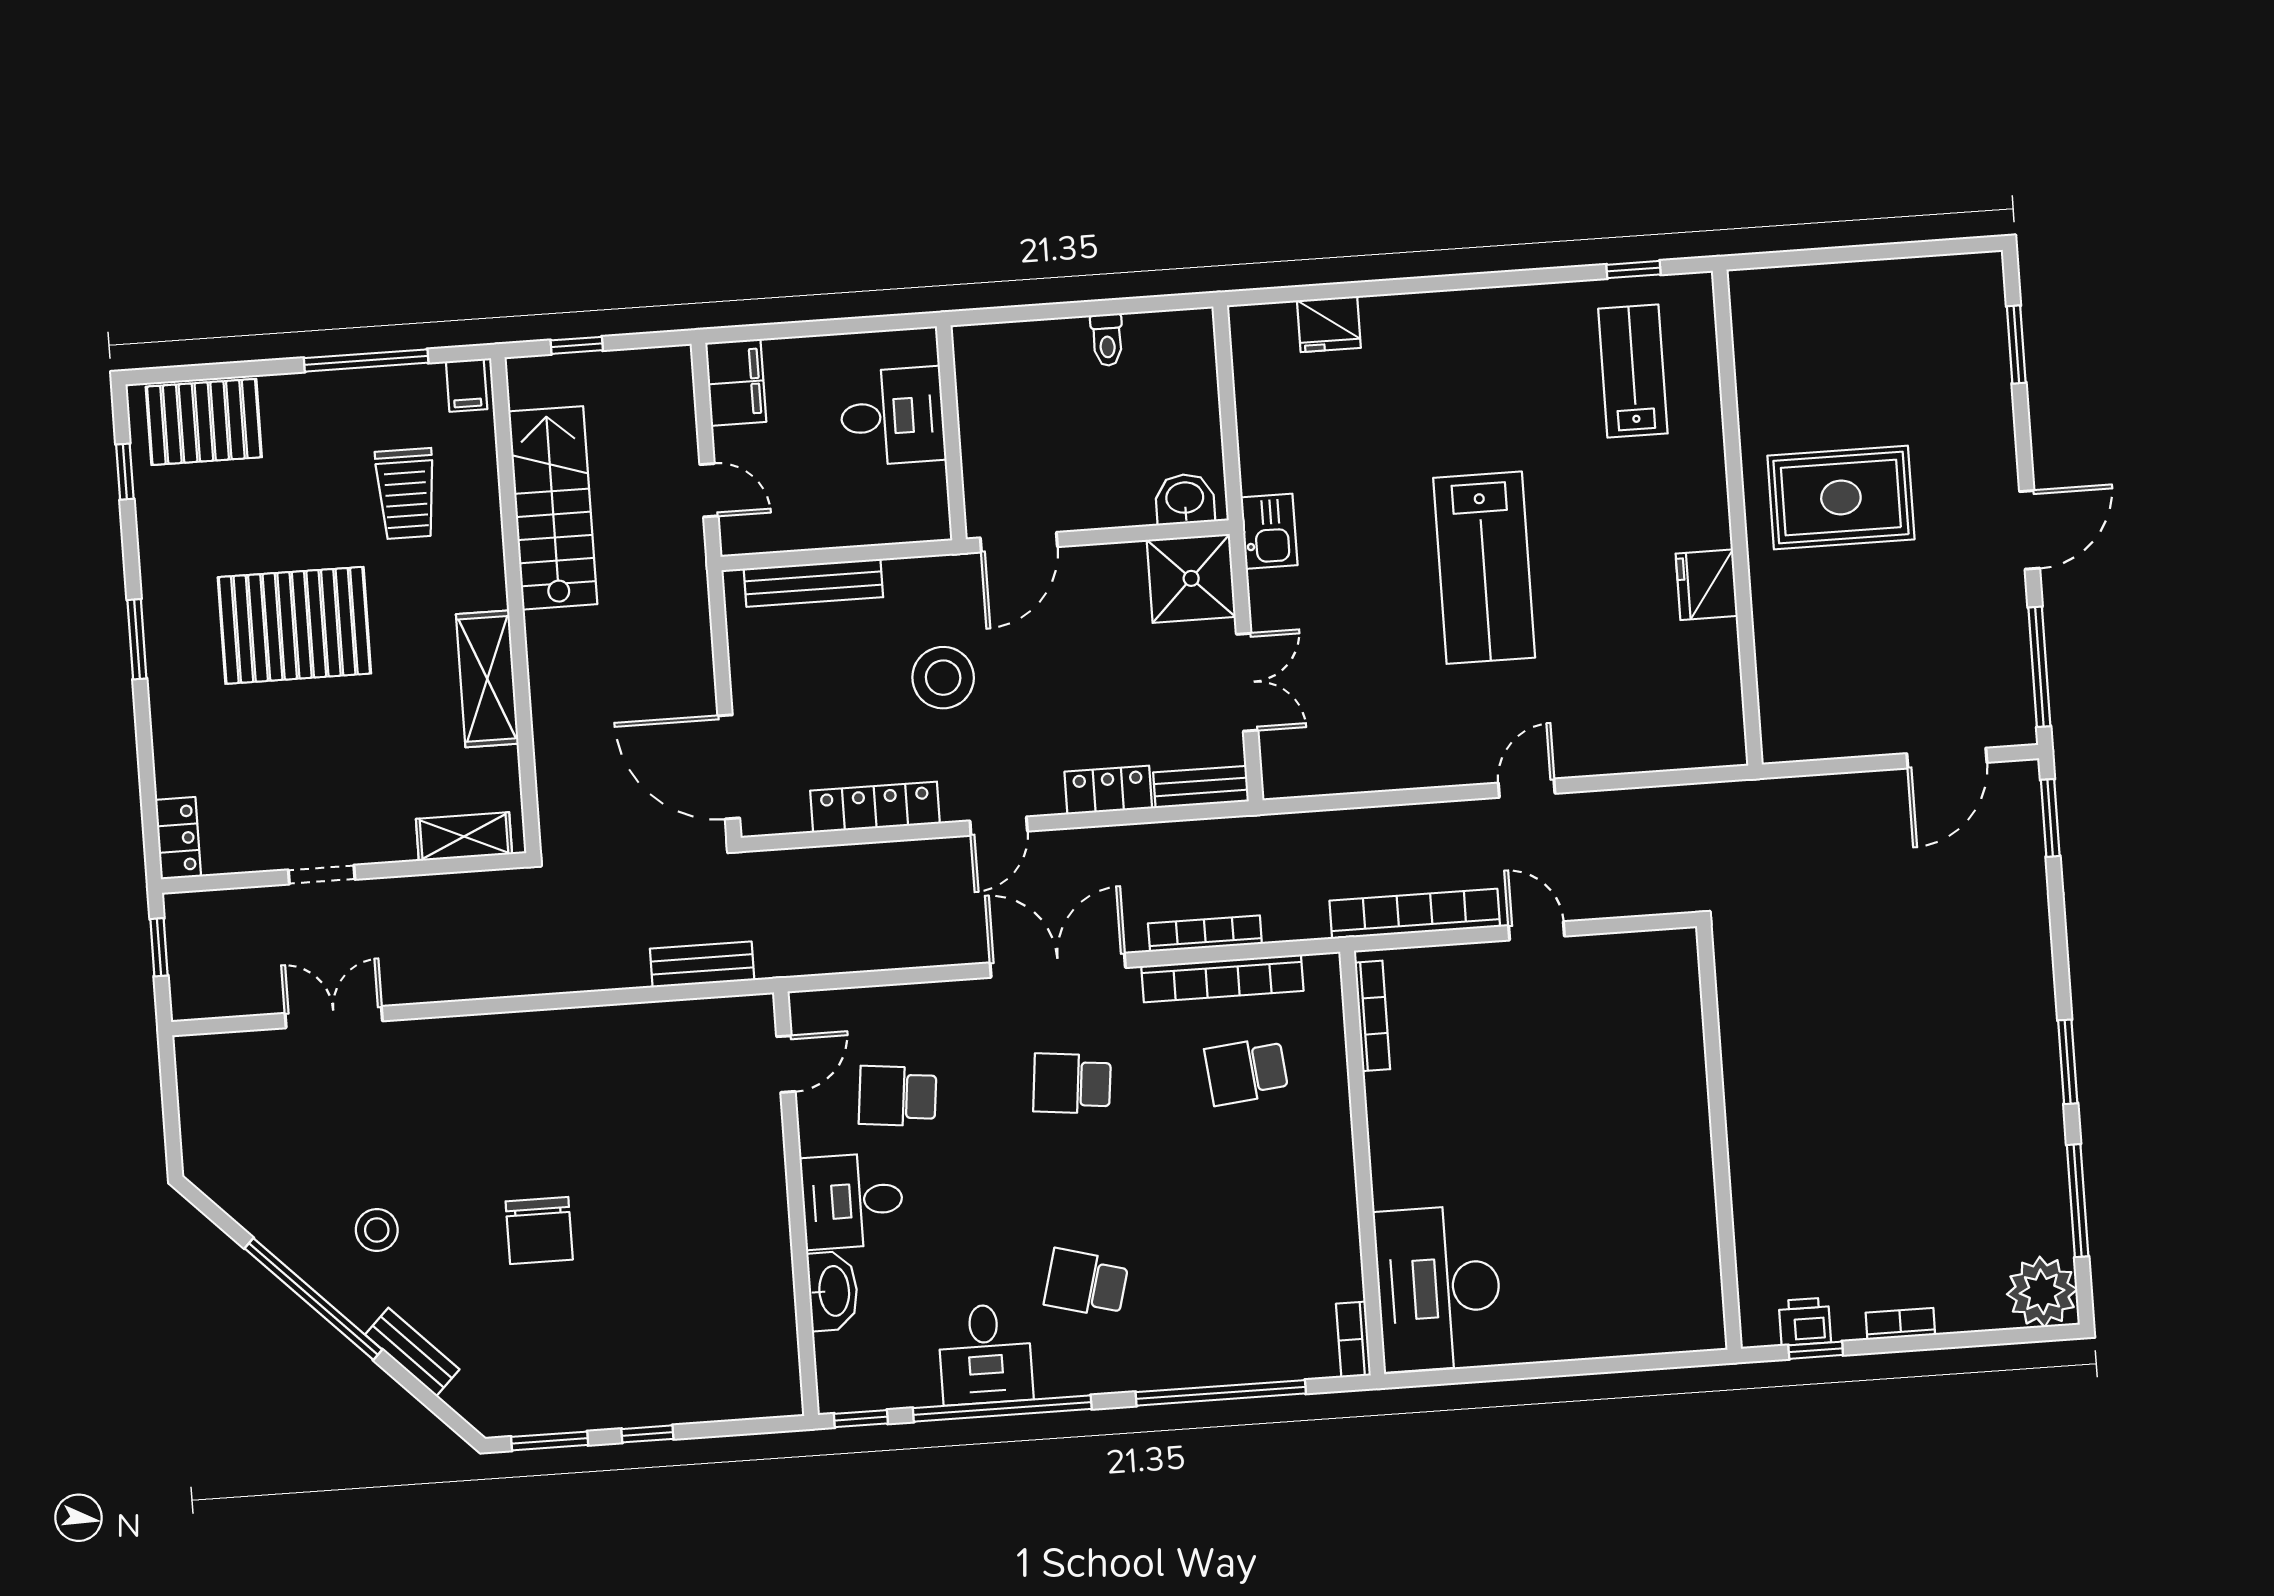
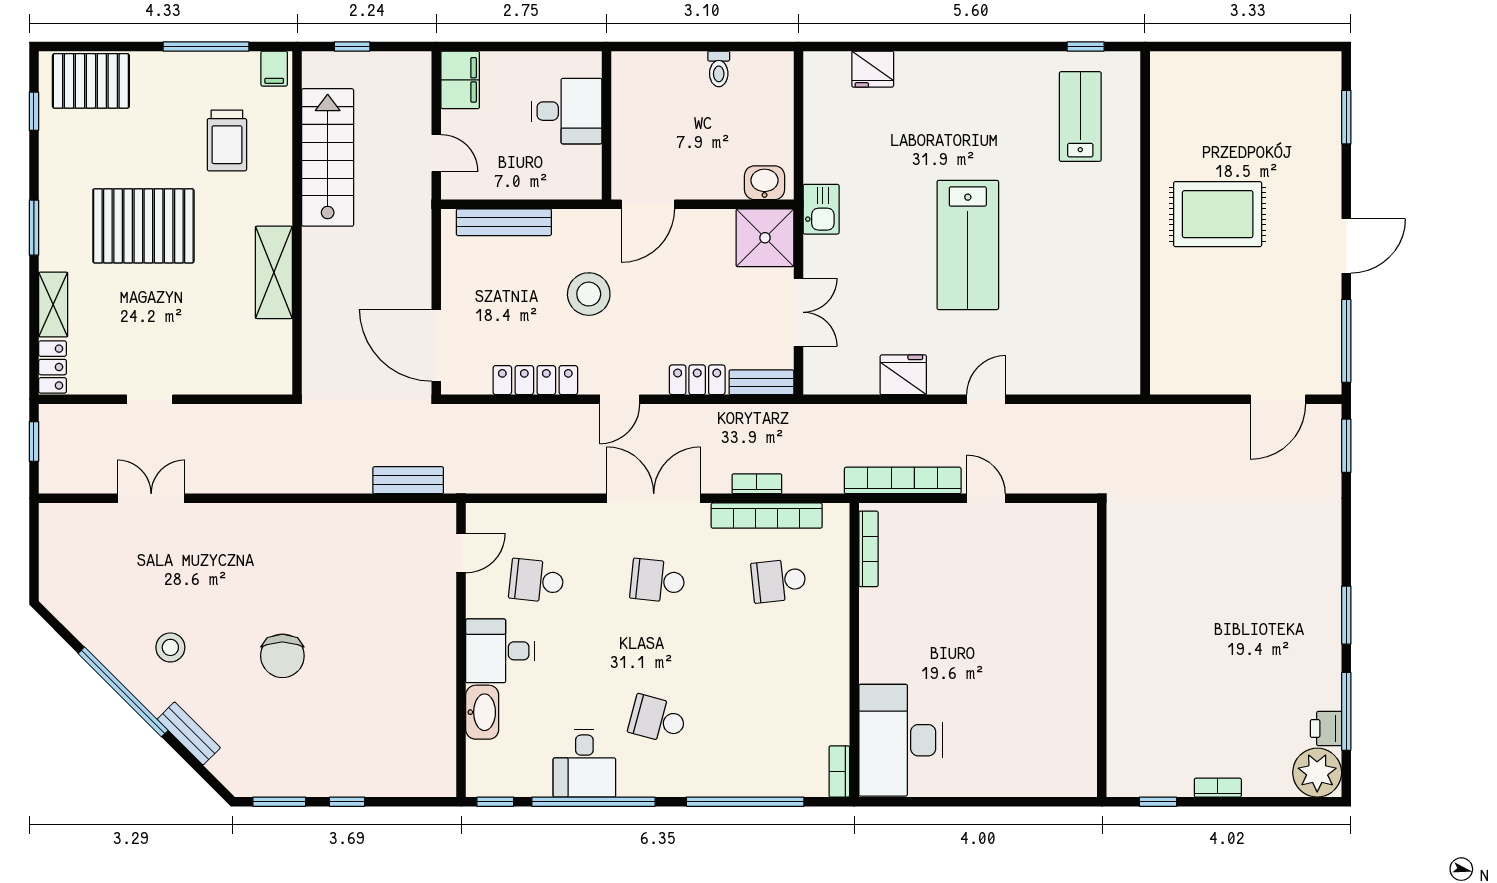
fridge: (1707, 585) -> (903, 375), moved, turned 90
shelving: (464, 837) -> (53, 305), moved, turned 90
bookcase: (1205, 934) -> (757, 484), width x0.64
printer: (1805, 1322) -> (1326, 728), moved, turned -90

